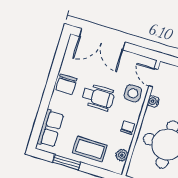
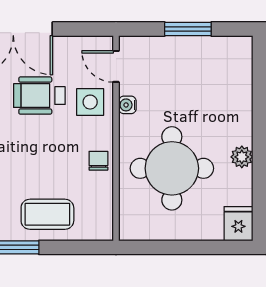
wheelchair: (98, 97) -> (39, 96), moved, turned 180
plant: (122, 155) -> (103, 208), removed

